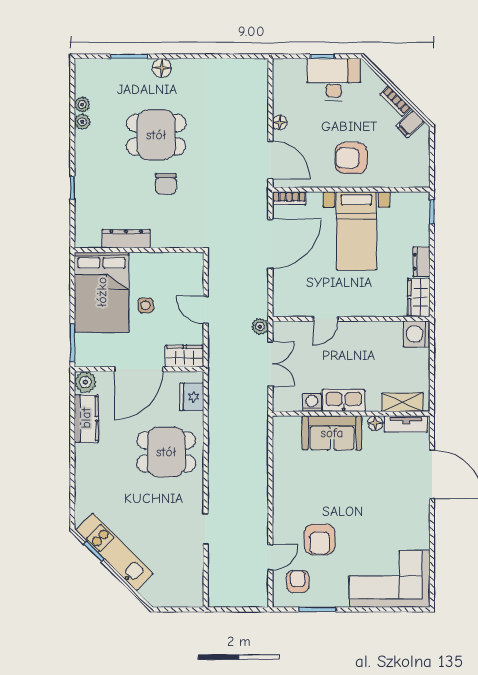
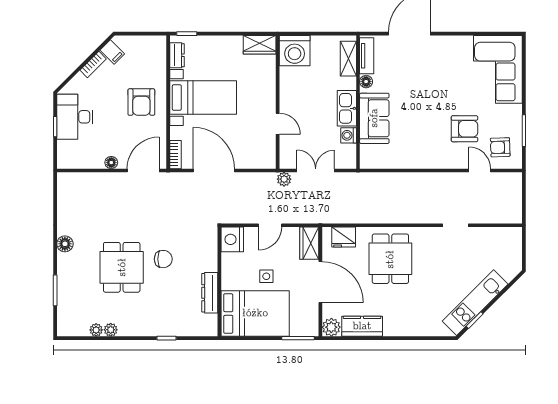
floor lamp: (162, 68) -> (65, 244), moved
dresser: (421, 262) -> (177, 55), moved, turned -90
nightstand: (189, 265) -> (232, 239), added
washing machine: (417, 334) -> (295, 51), width x1.37, depth x1.37

